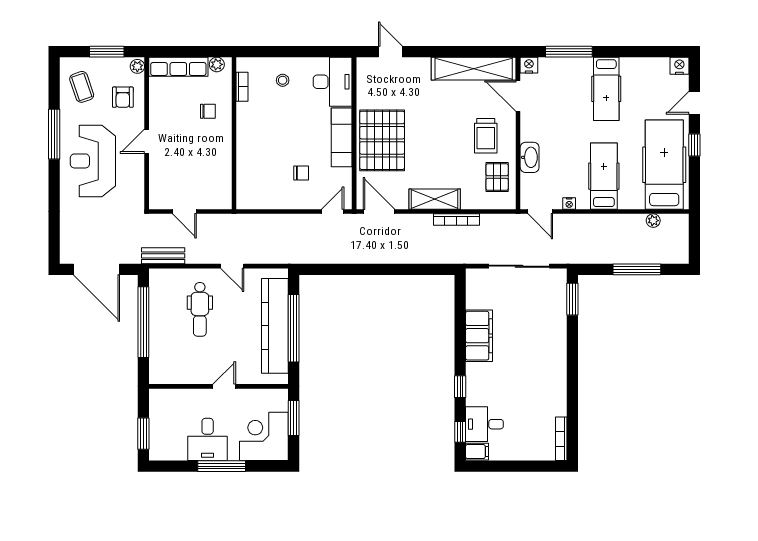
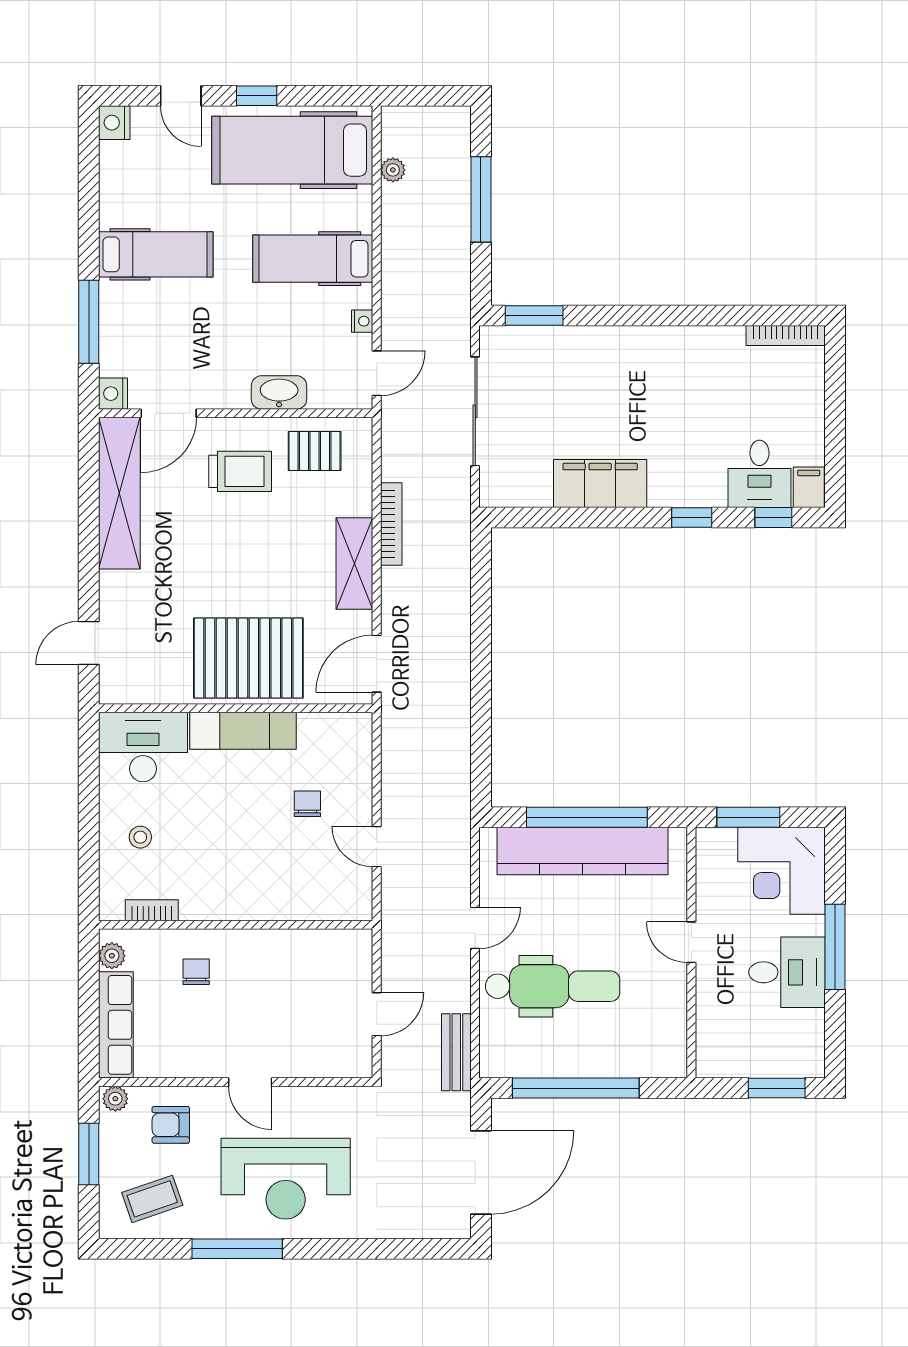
armchair: (123, 97) -> (171, 1125), turned 180
door: (333, 212) -> (377, 847), moved
dental chair: (200, 309) -> (553, 986), width x1.36, depth x1.38

